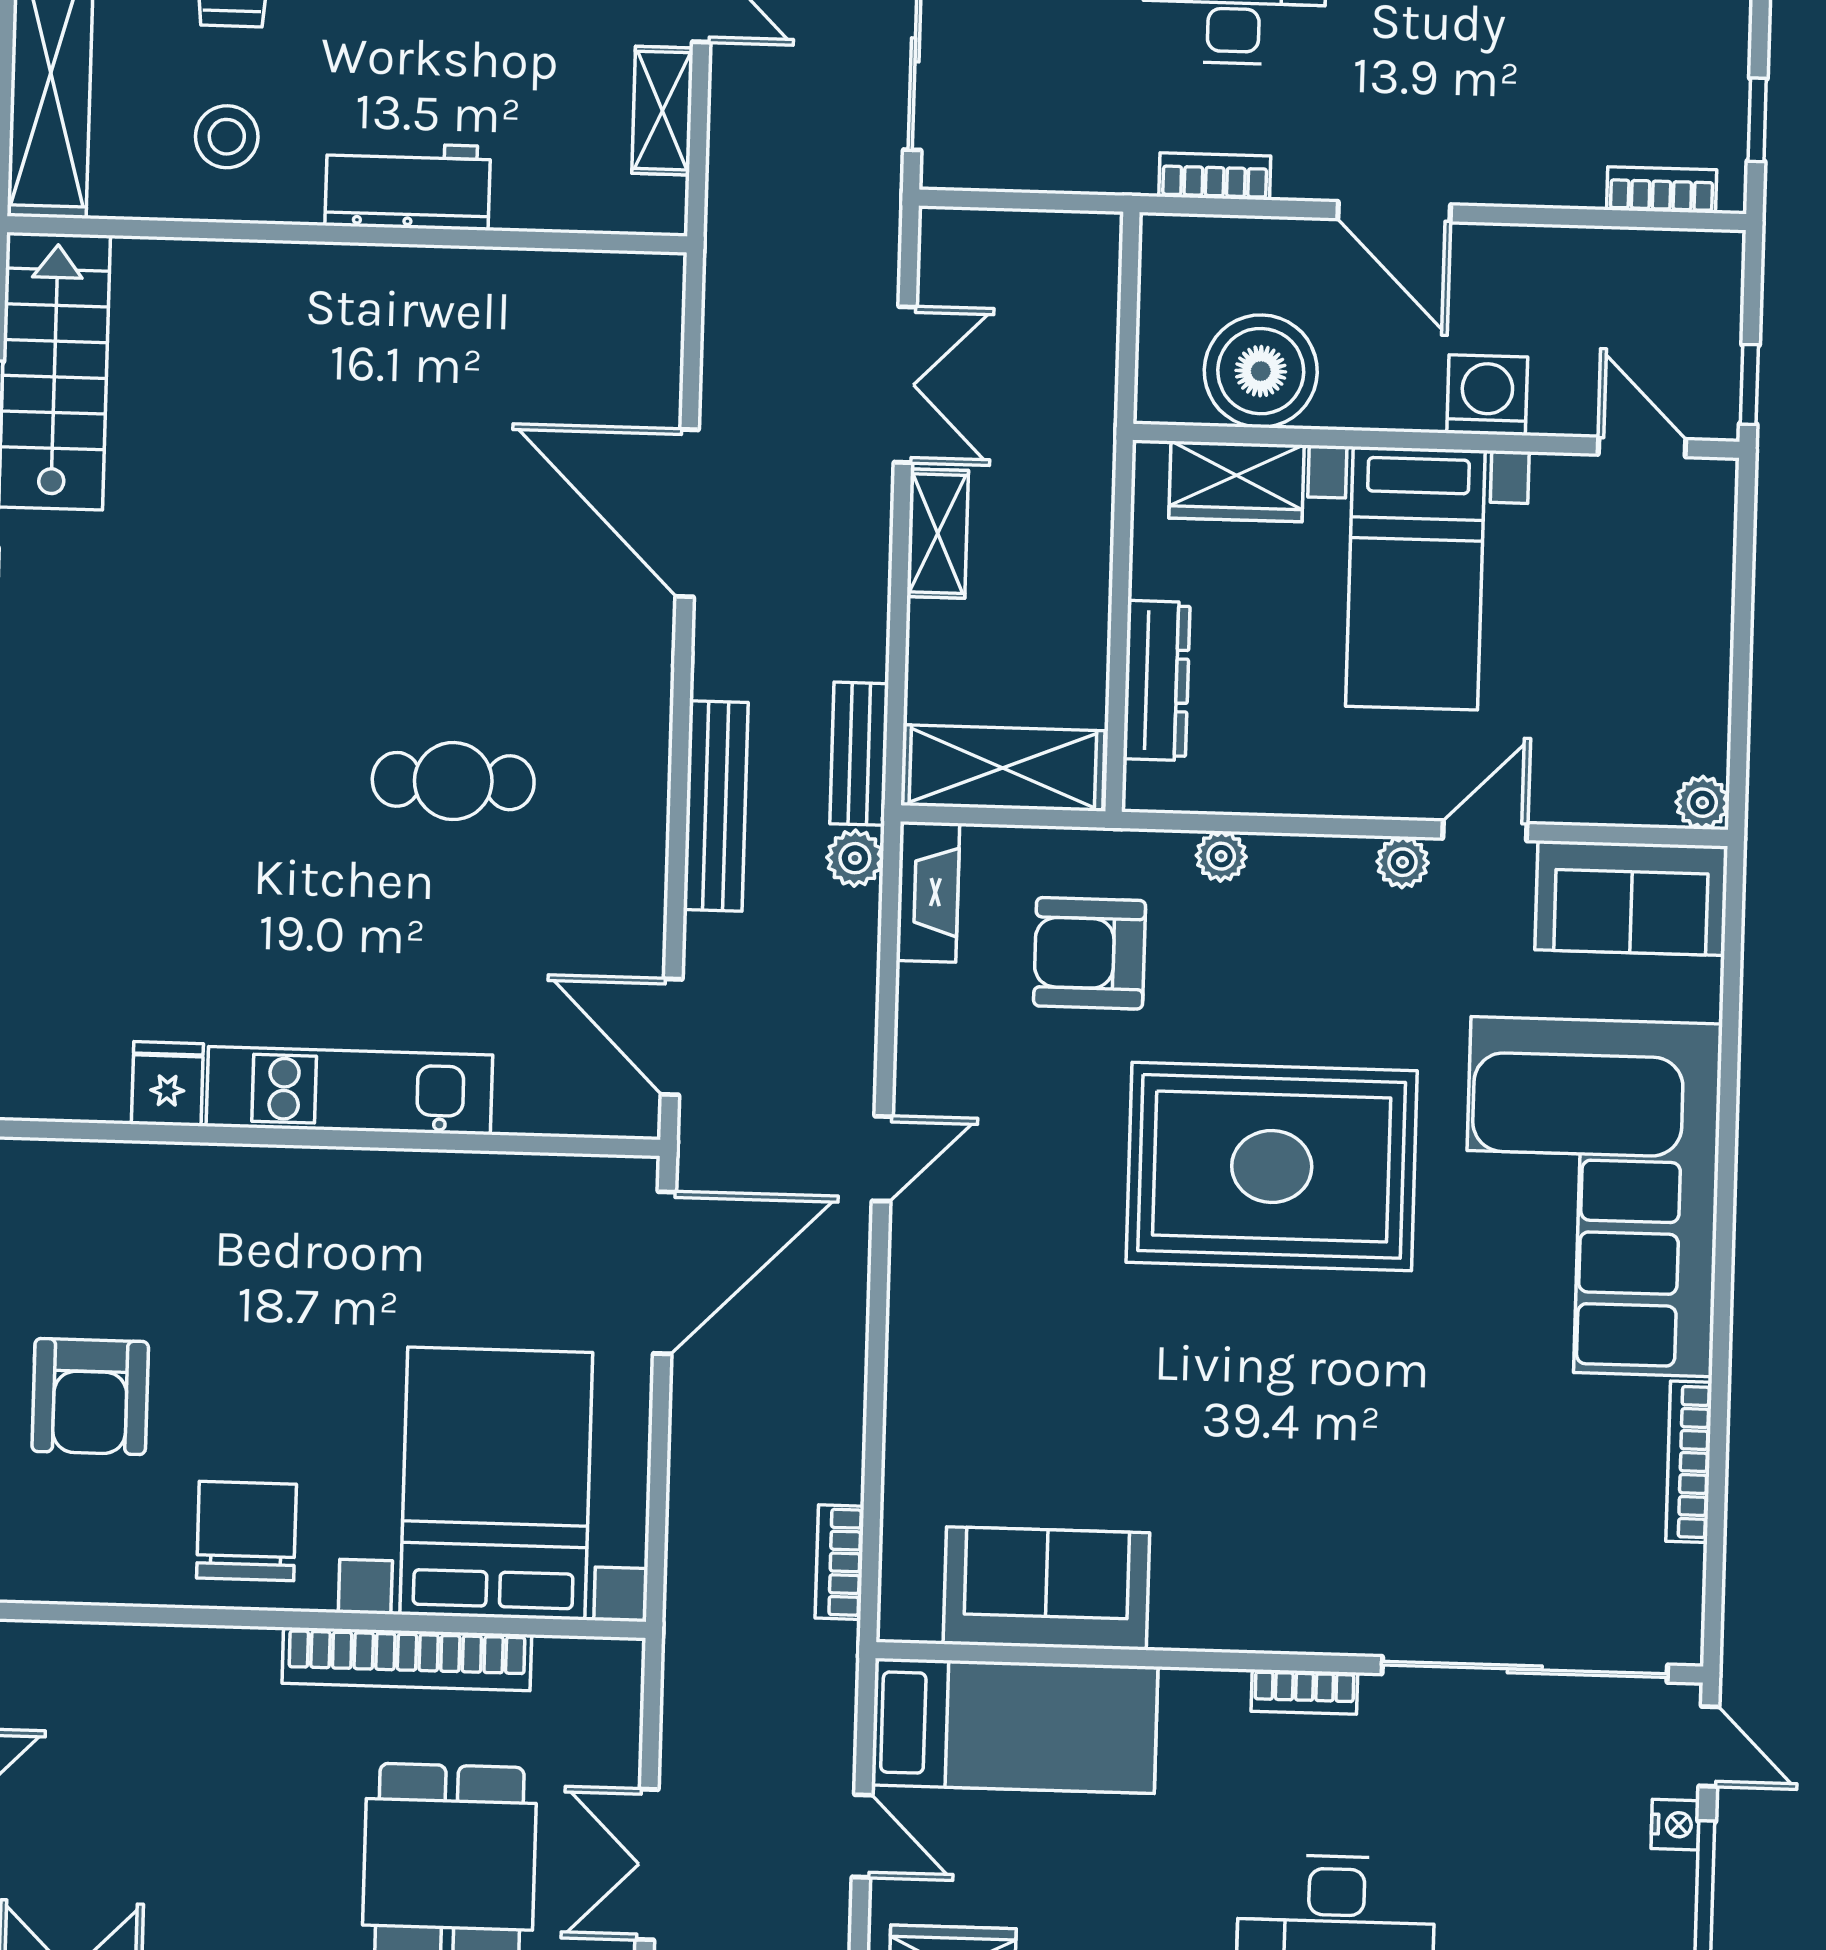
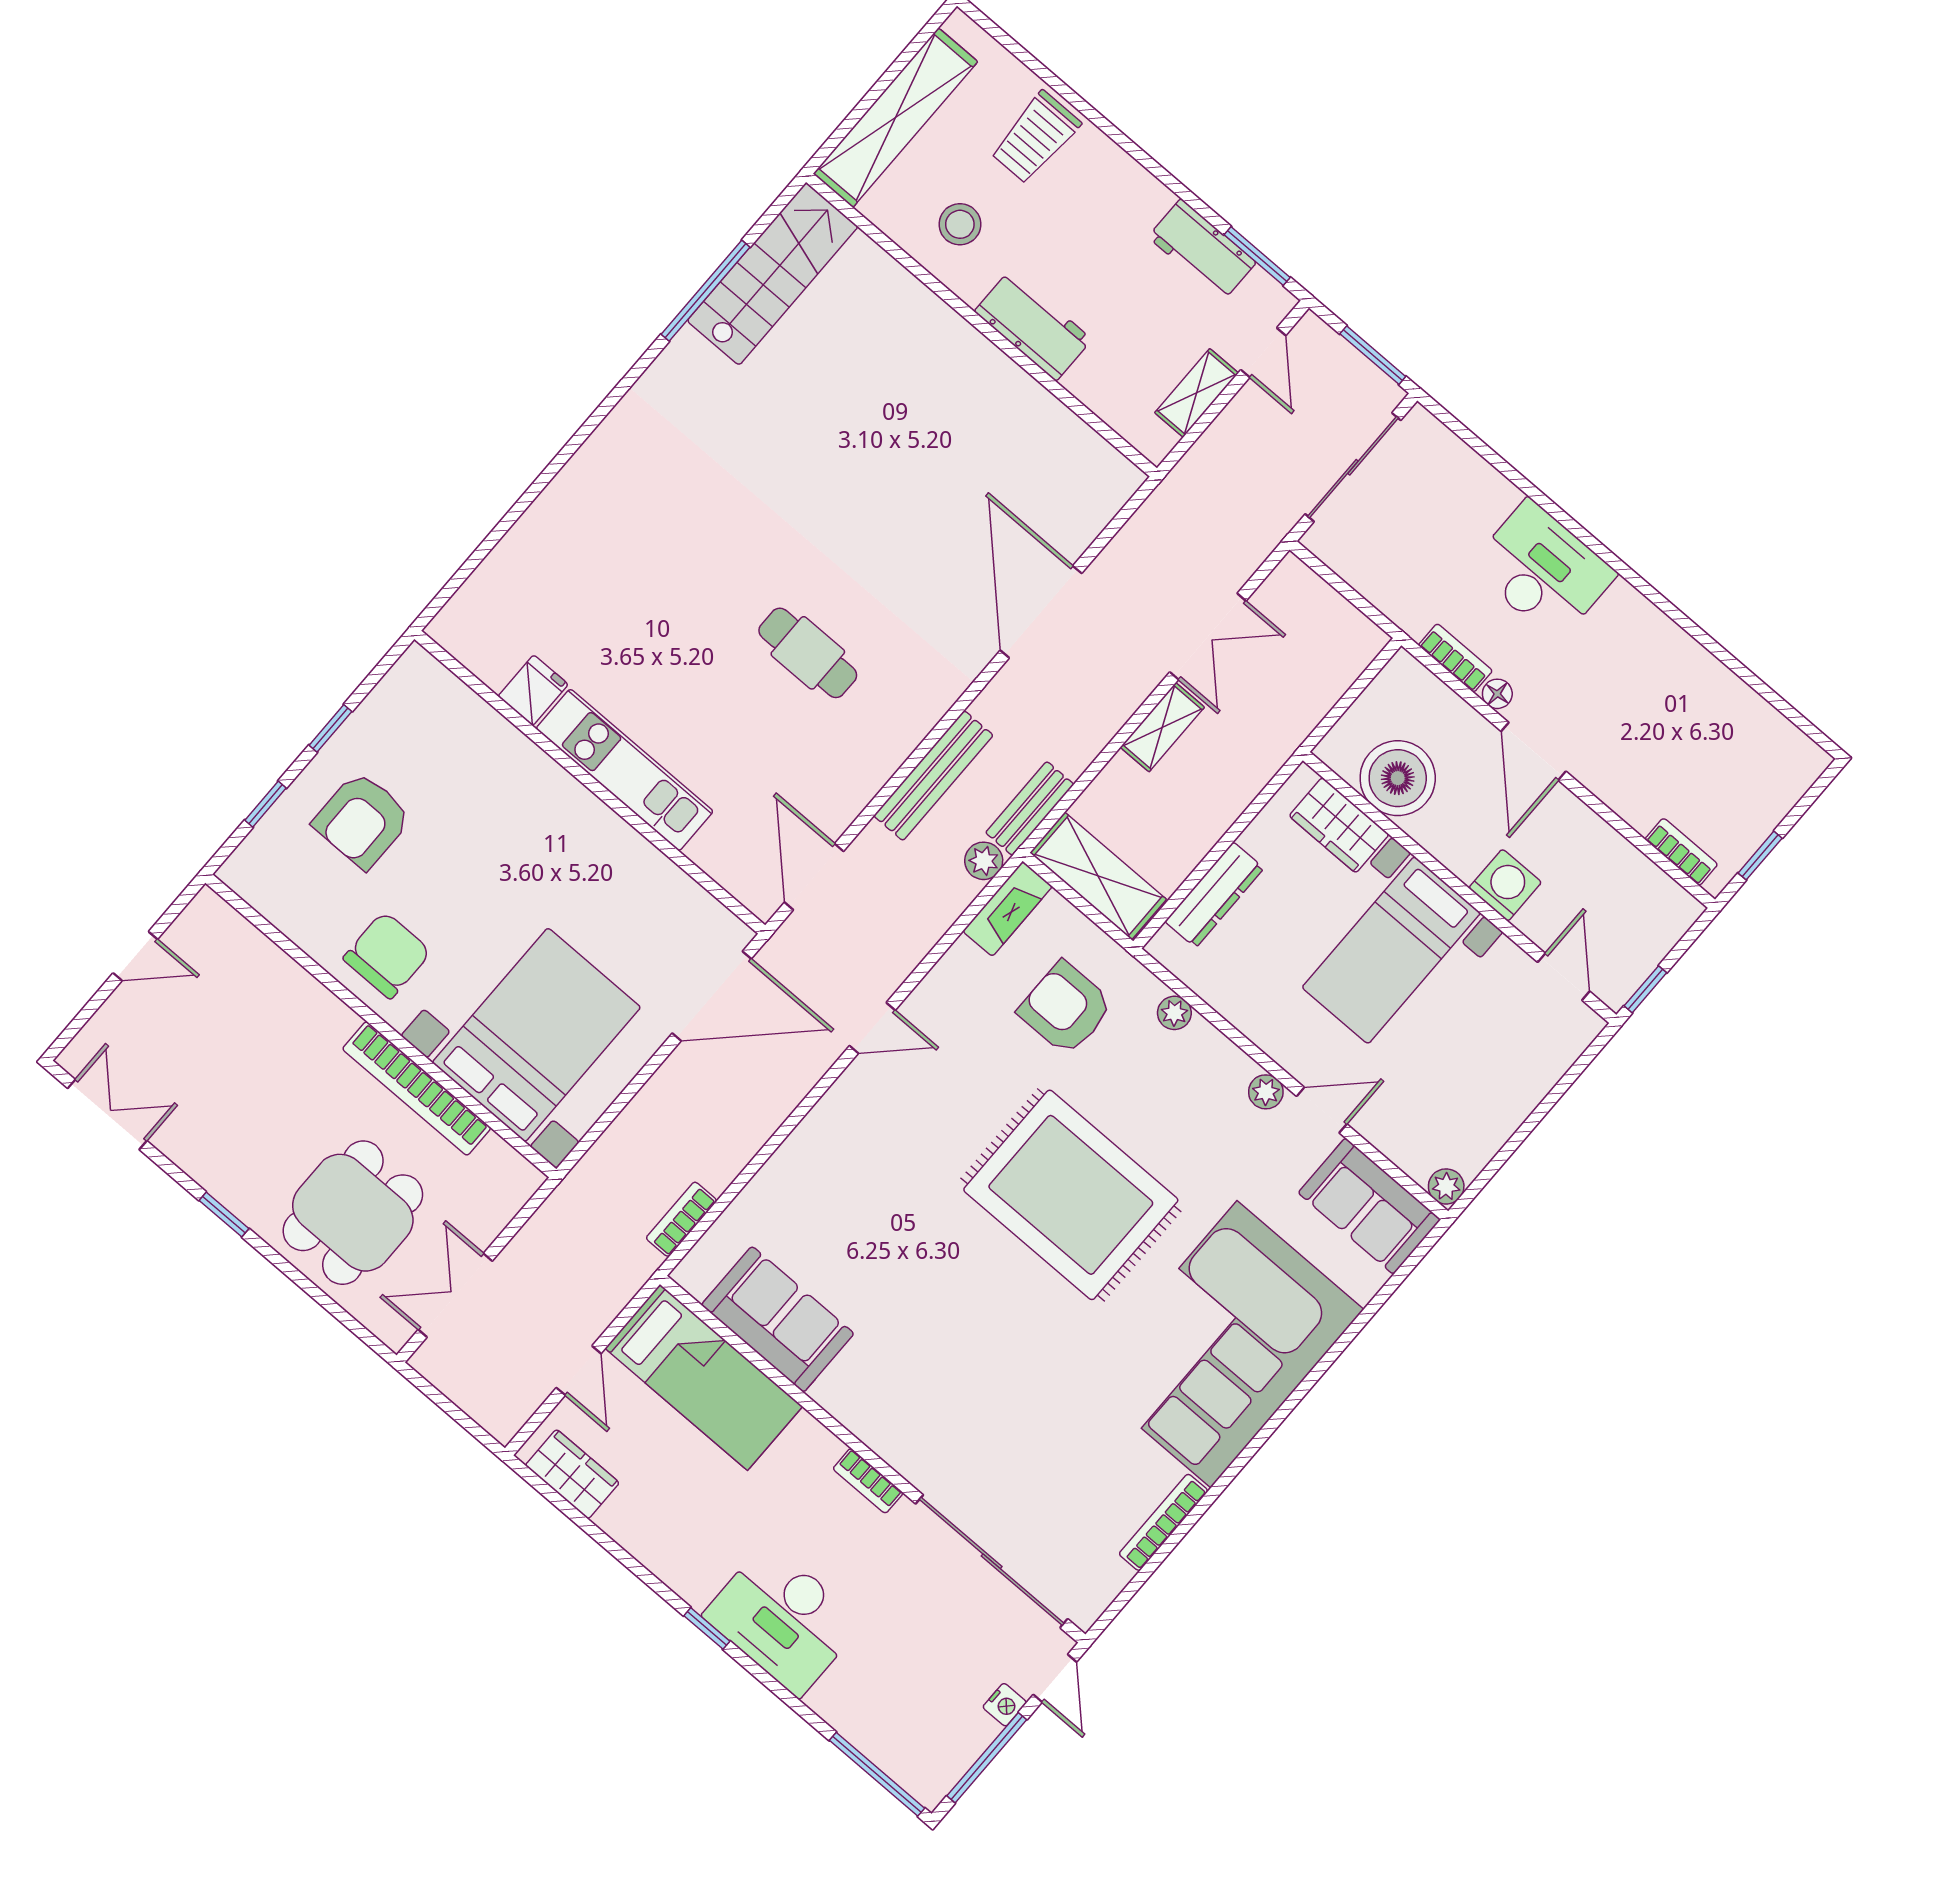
floor lamp: (1298, 179) -> (1497, 694), added

